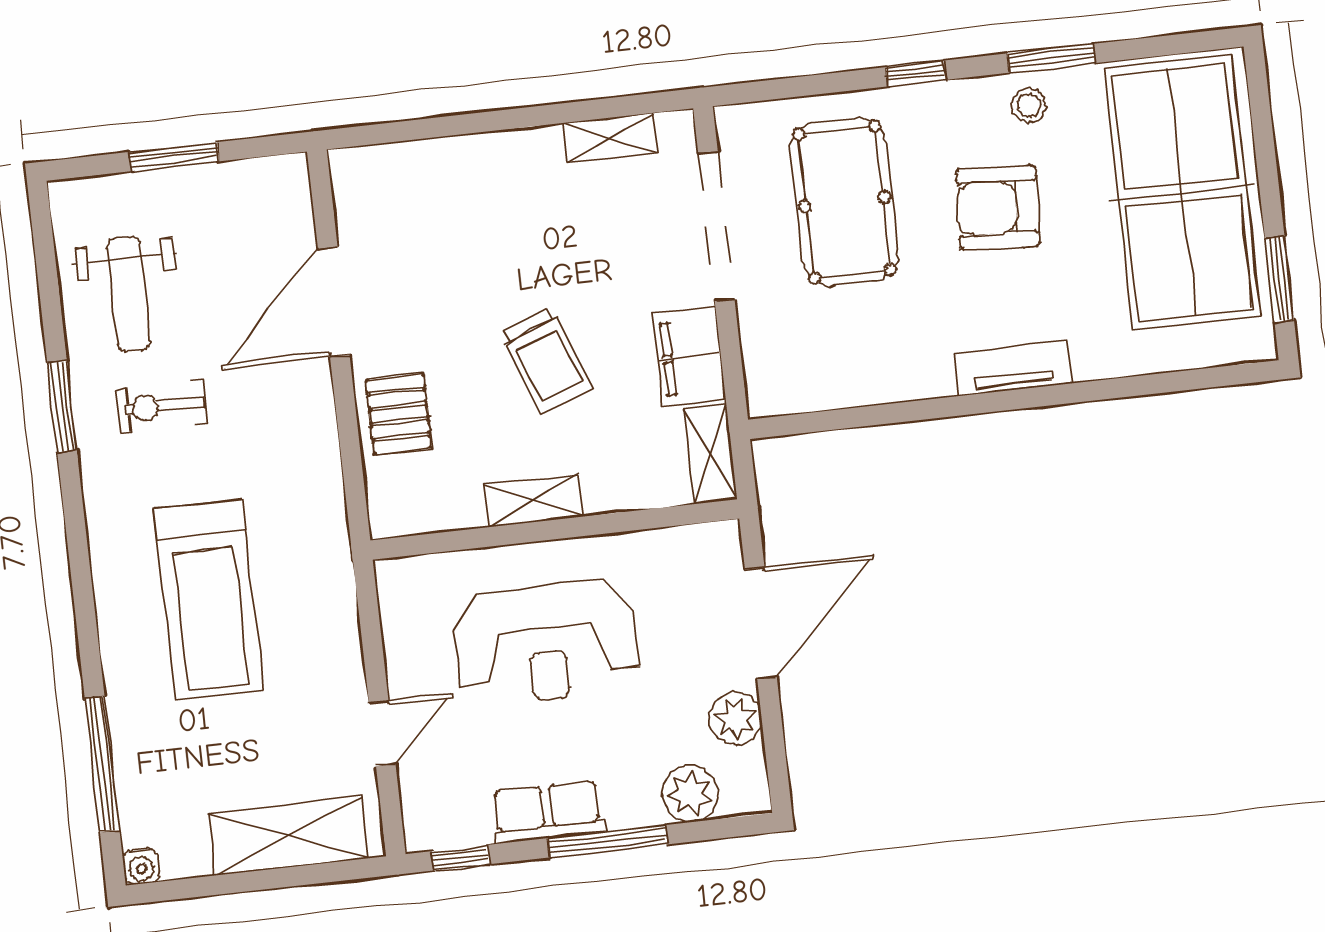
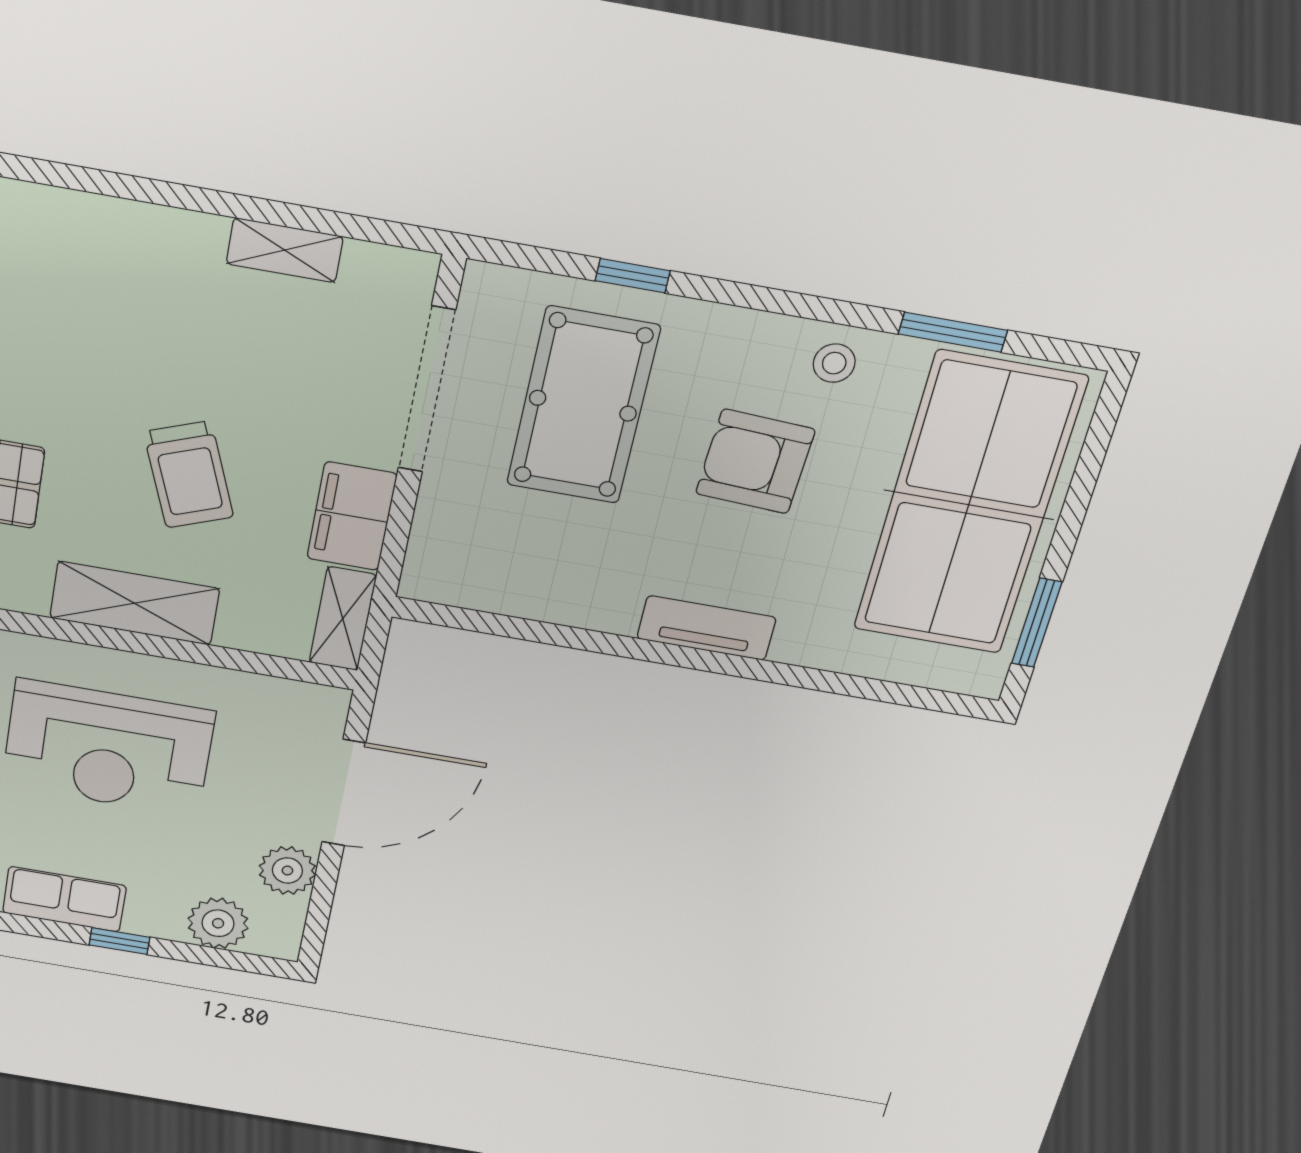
window: (1051, 58) -> (953, 332), moved
window: (916, 74) -> (633, 276), moved
shelving: (610, 138) -> (285, 250), moved
shelving: (534, 501) -> (135, 603), width x1.50, depth x1.33
window: (608, 841) -> (120, 941), width x0.46

